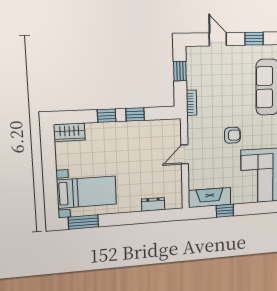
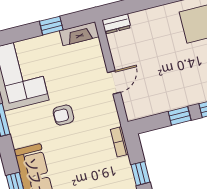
fireplace: (210, 198) -> (79, 34), width x0.73, depth x0.76
dresser: (153, 204) -> (116, 24), moved

